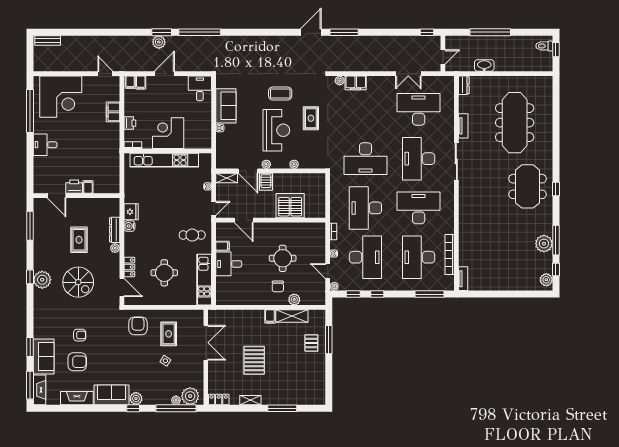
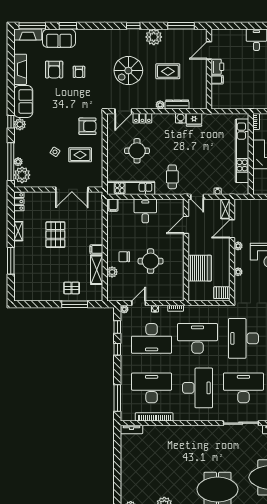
server rack: (266, 182) -> (222, 293), moved
filing cabinet: (222, 246) -> (113, 205), moved
plant: (42, 280) -> (154, 37), moved
pallet: (254, 360) -> (55, 235), turned 90

